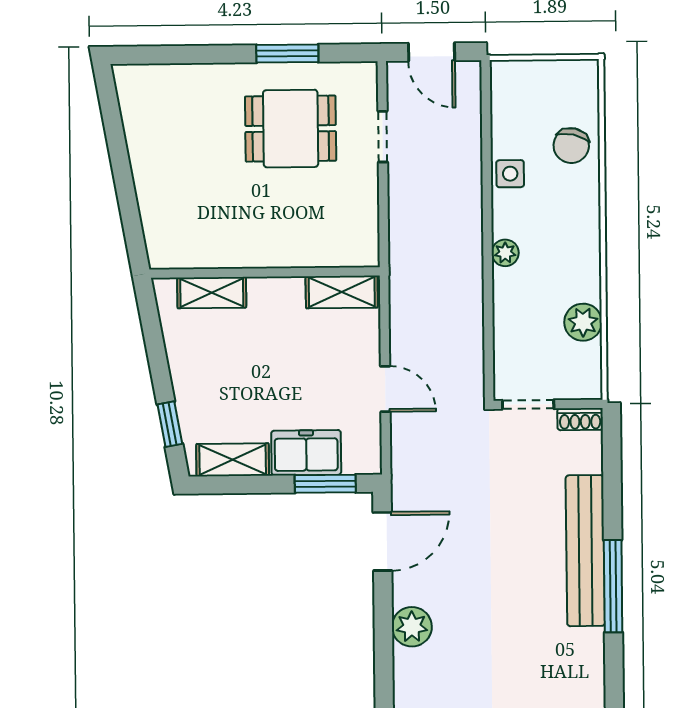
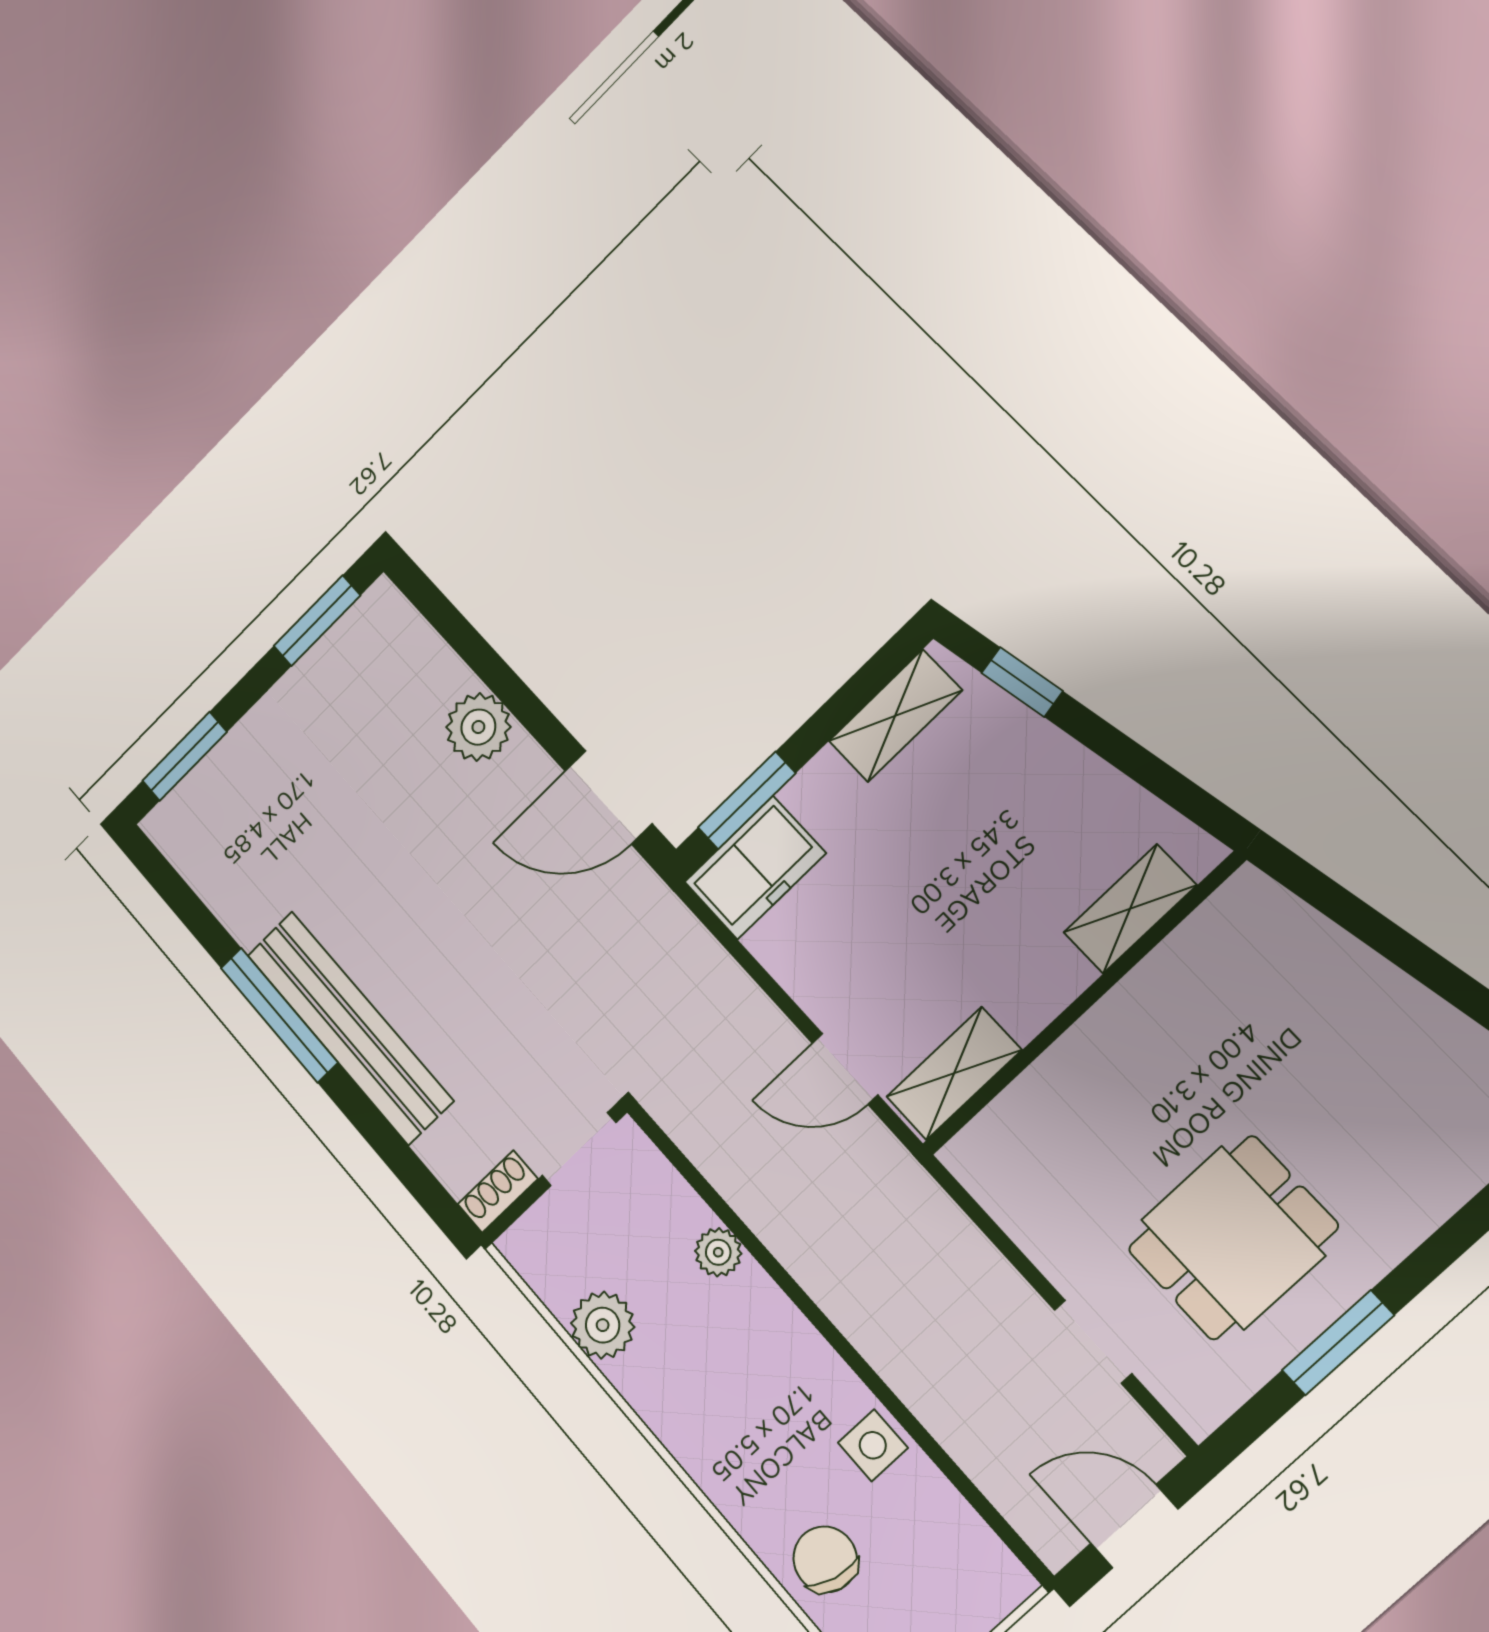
plant: (505, 253) -> (718, 1252), moved
door: (385, 389) -> (845, 1069), moved
freezer: (306, 453) -> (755, 868), moved
door: (382, 541) -> (608, 797), hinge flipped

